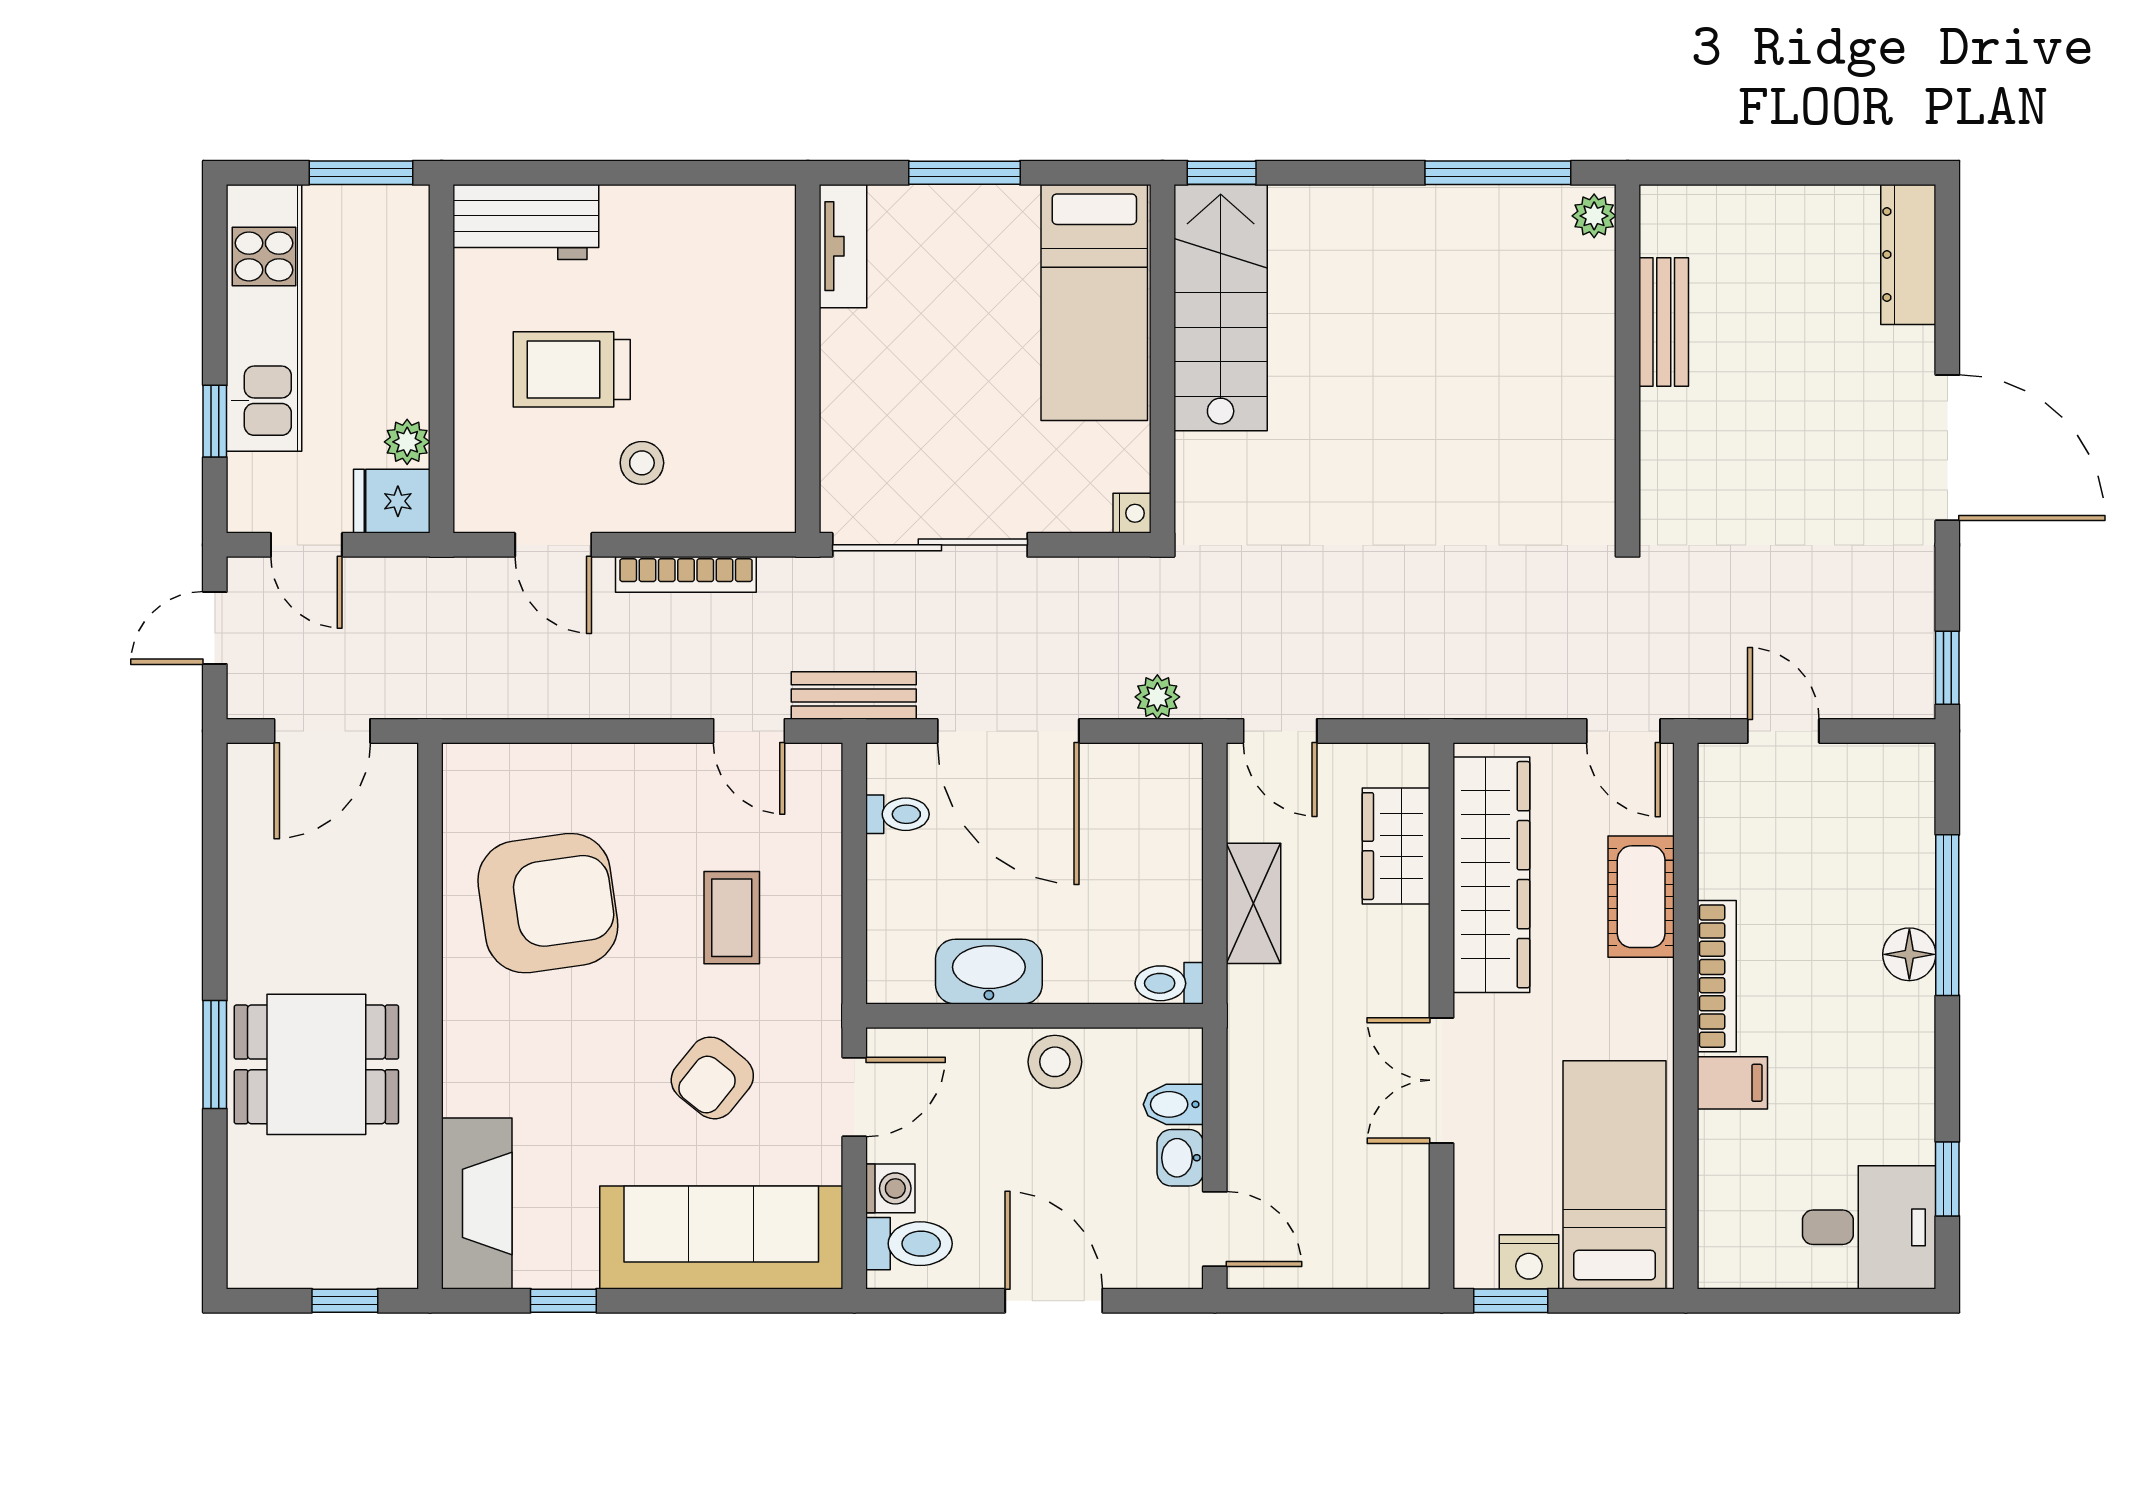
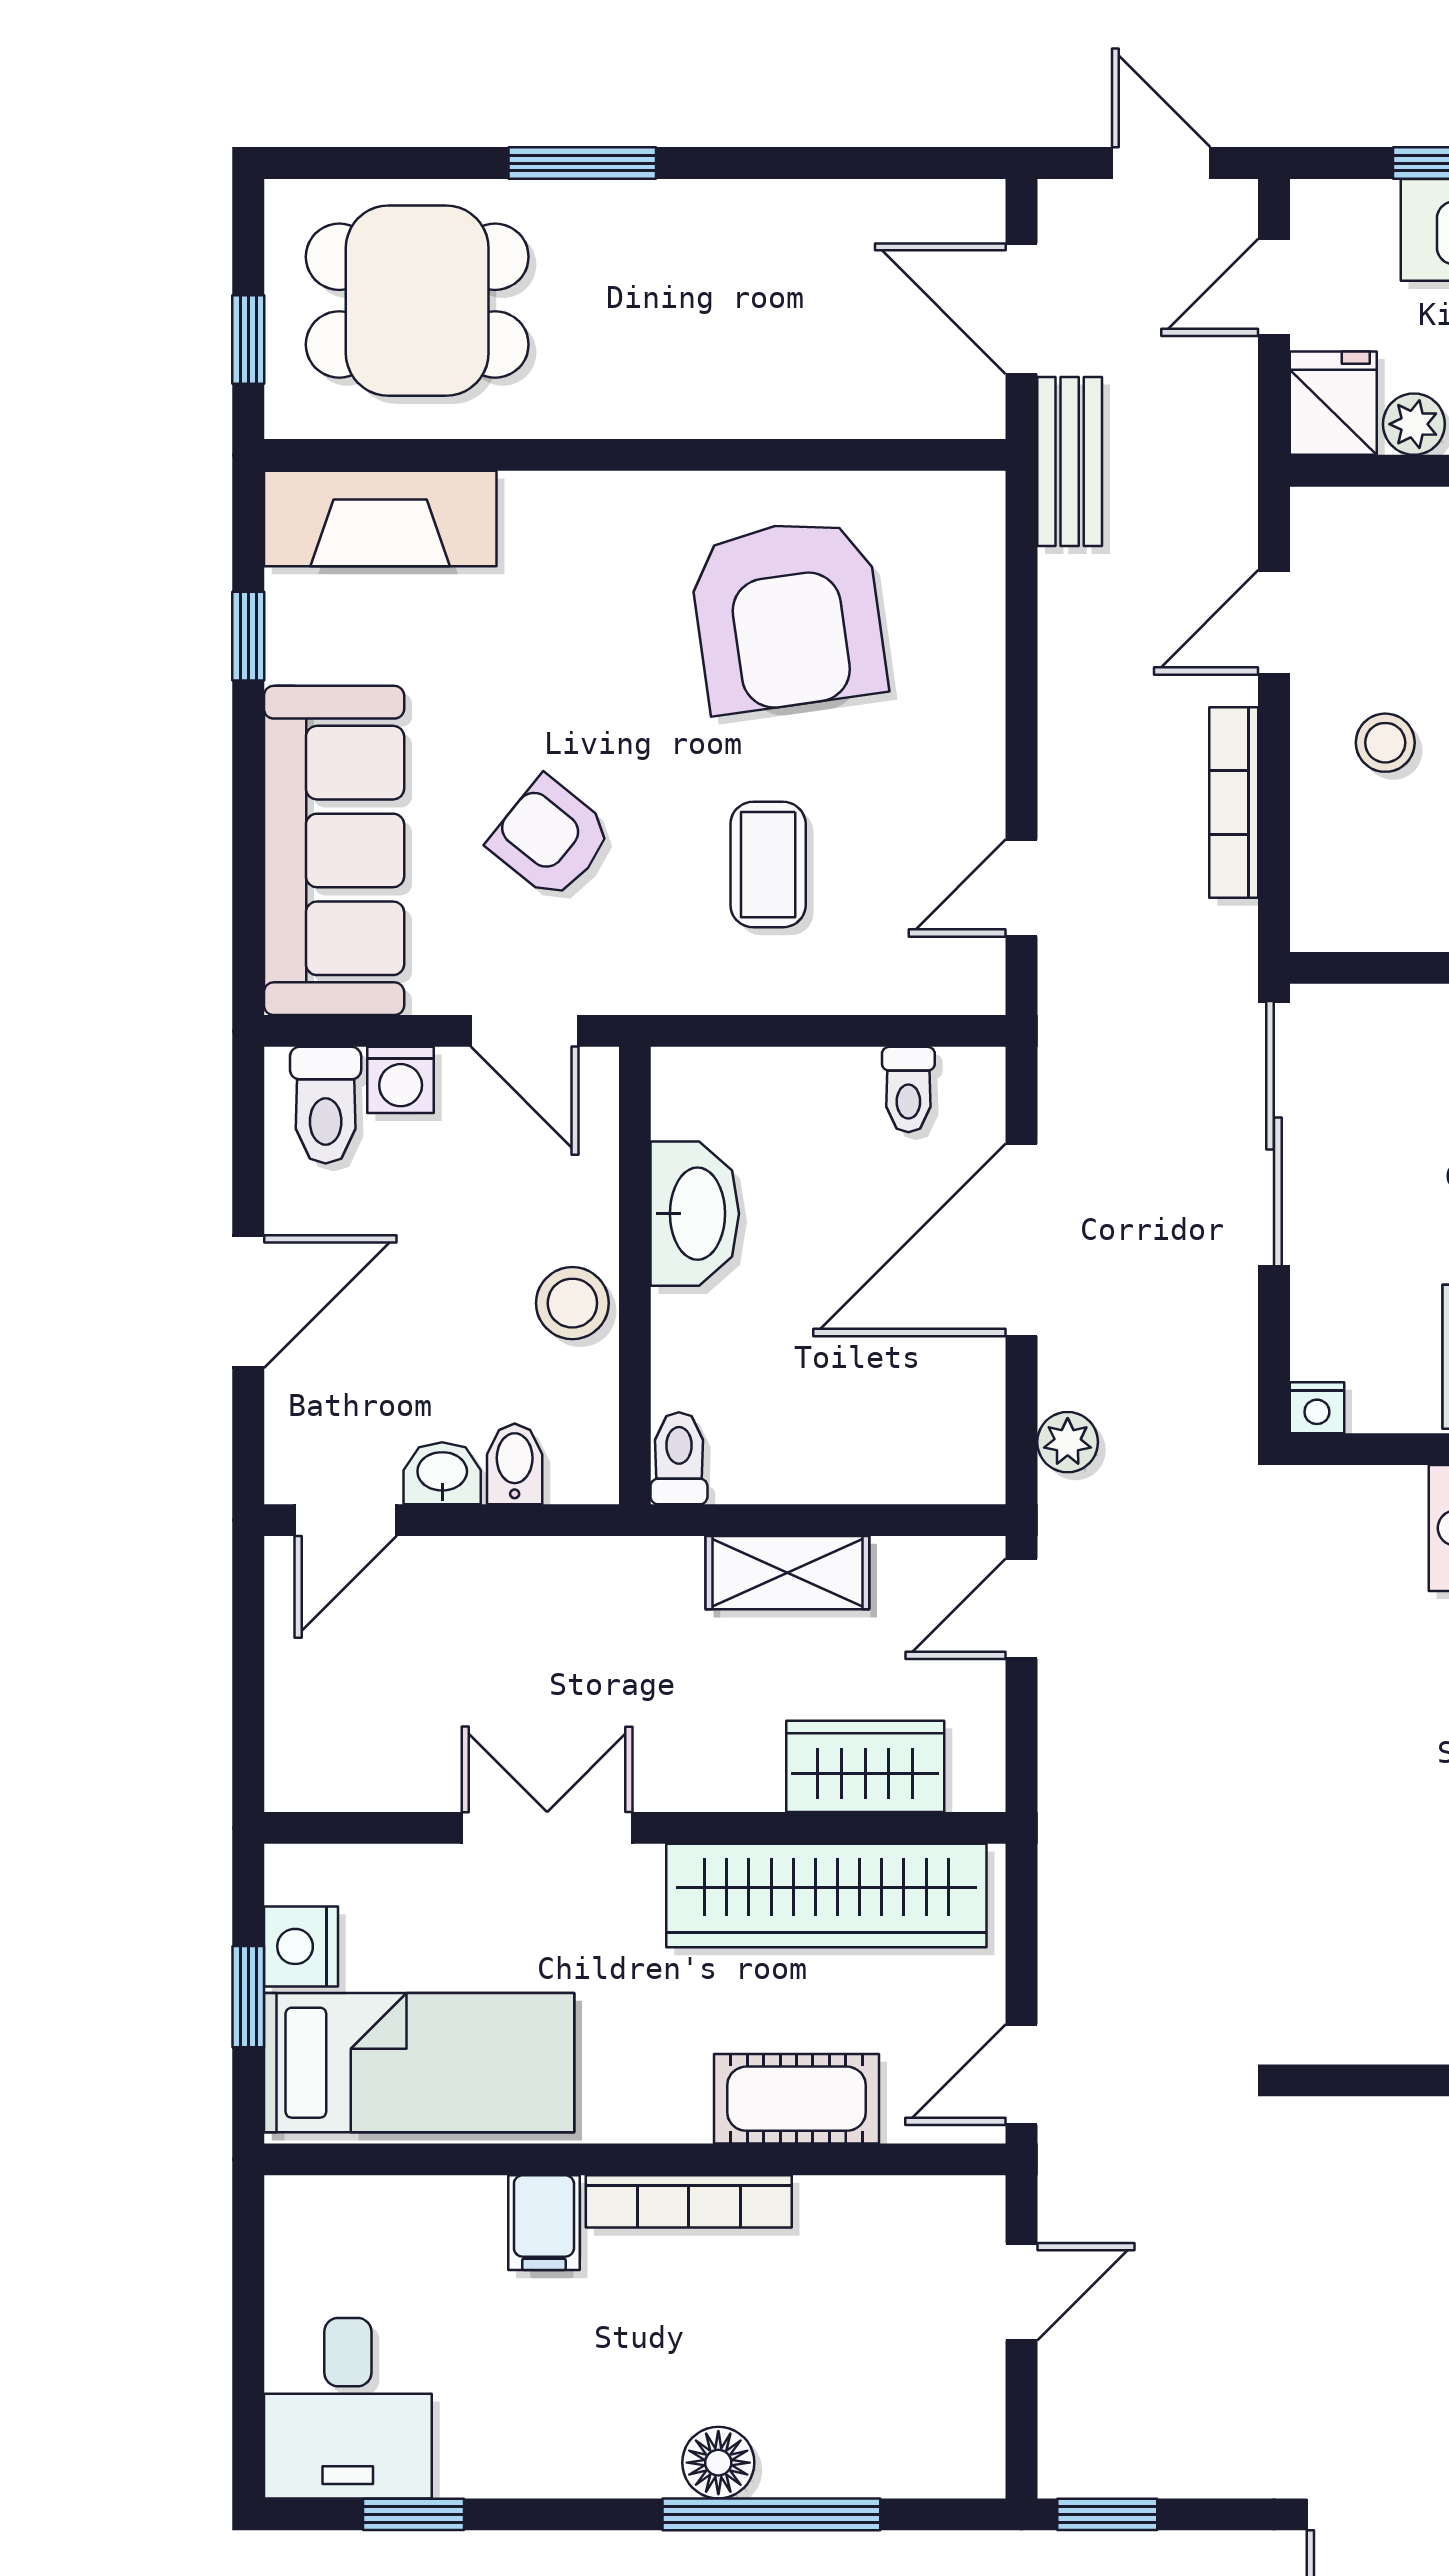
bench: (854, 695) -> (1070, 461), moved
coffee table: (732, 918) -> (768, 865), turned 90
dining table: (316, 1064) -> (417, 301), moved, turned 90
window: (1511, 1301) -> (248, 1997), moved

